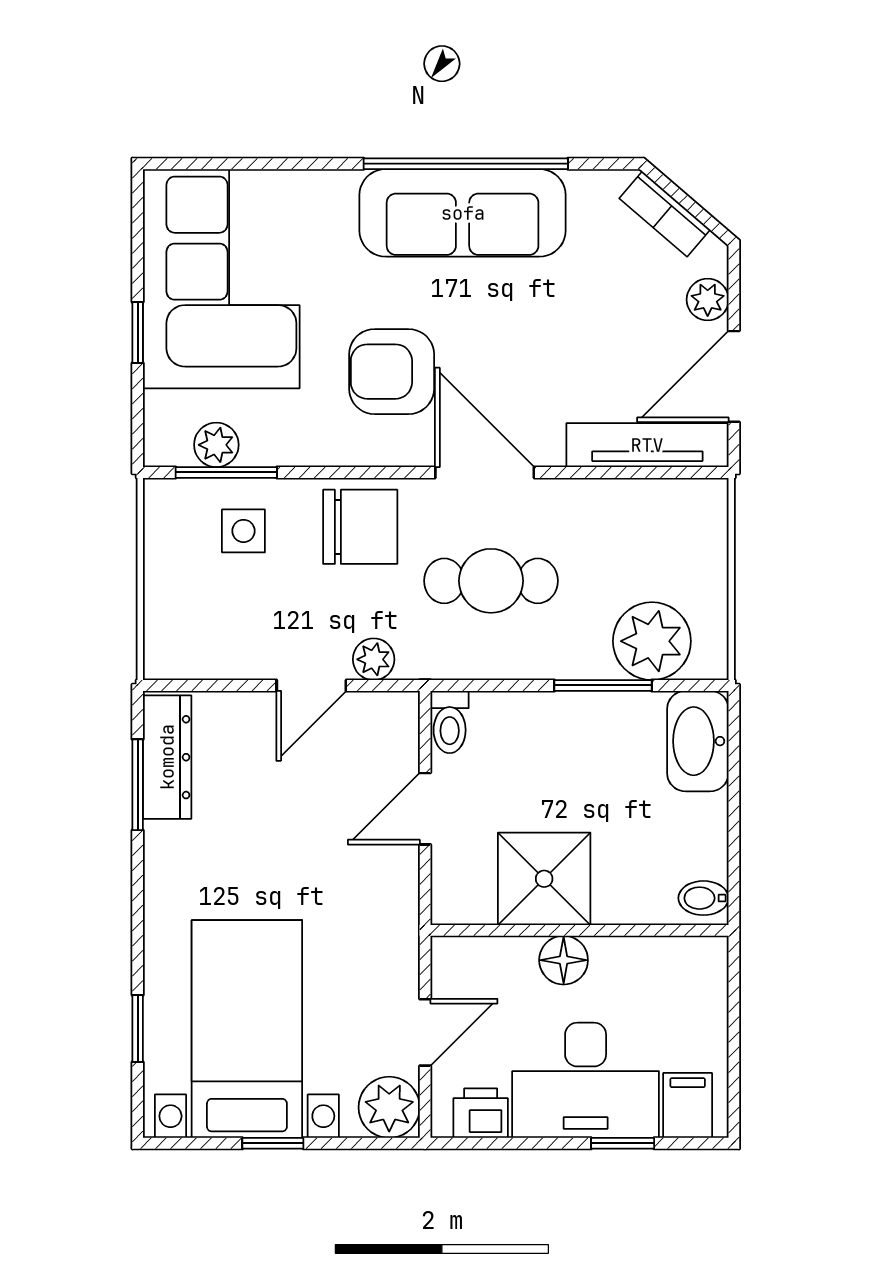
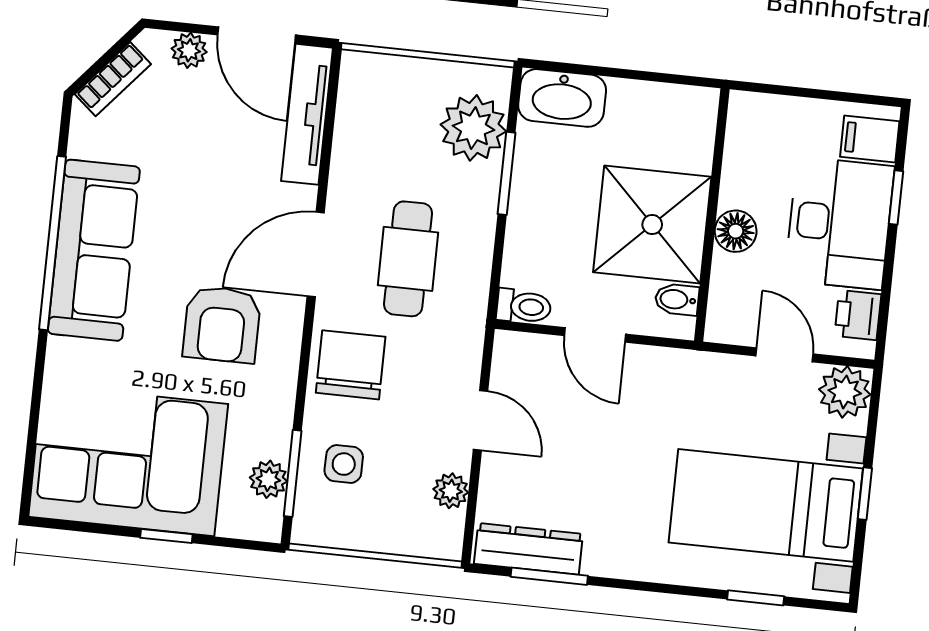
plant: (374, 659) -> (451, 491), moved
shower: (544, 879) -> (652, 224), width x1.37, depth x1.37
bidet: (703, 898) -> (677, 299), moved, turned 90

